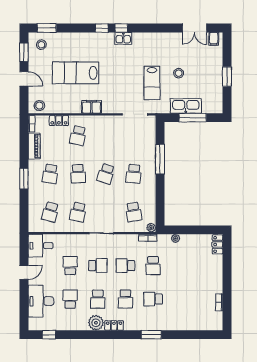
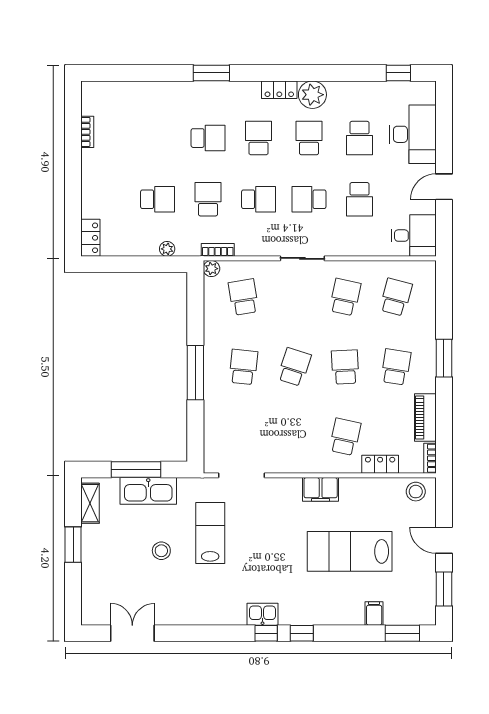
filing cabinet: (214, 39) -> (374, 614), moved
stool: (41, 45) -> (412, 603), removed
lab bench: (76, 73) -> (350, 551), turned 180
shelving: (218, 99) -> (90, 503), added
window: (160, 159) -> (195, 373), moved
school desk: (181, 266) -> (158, 199), added

